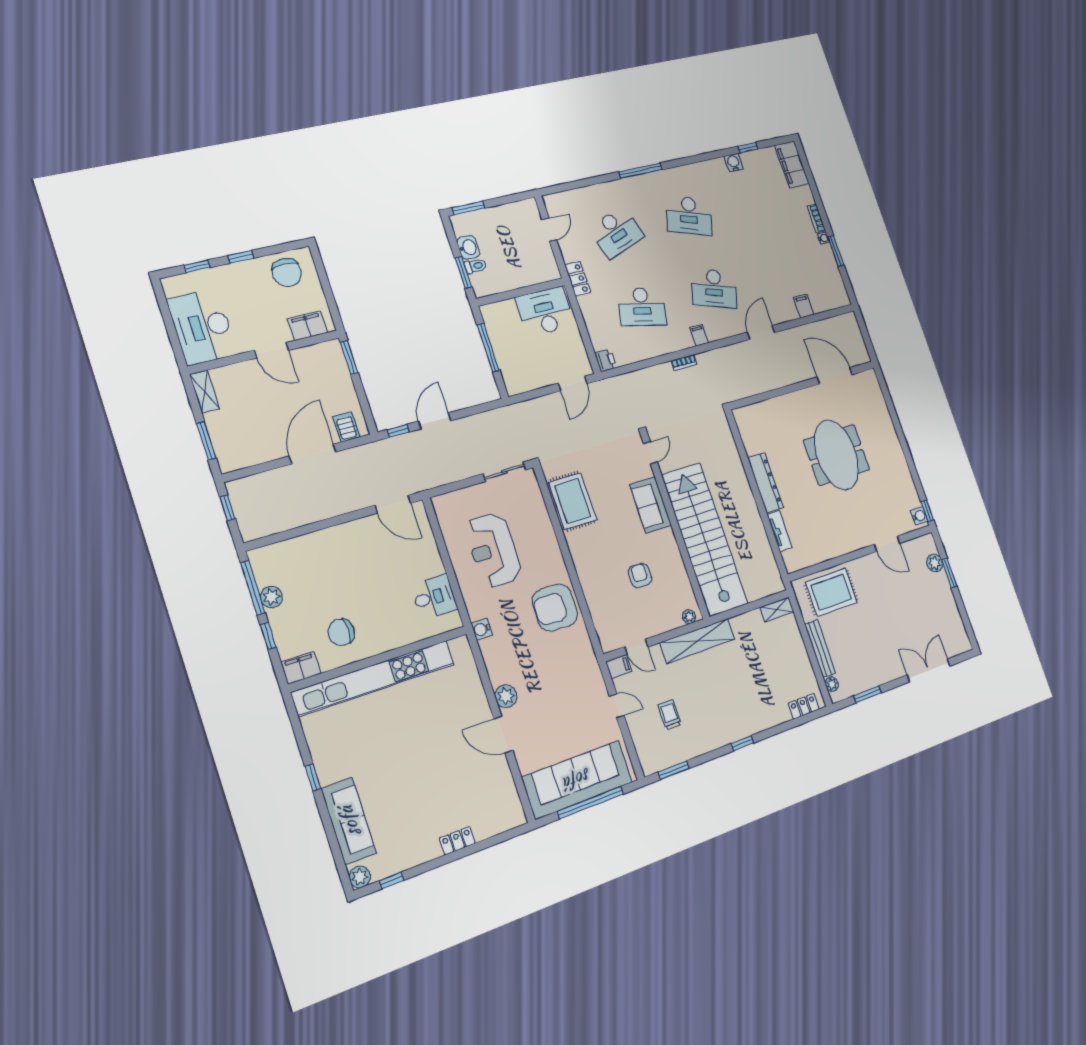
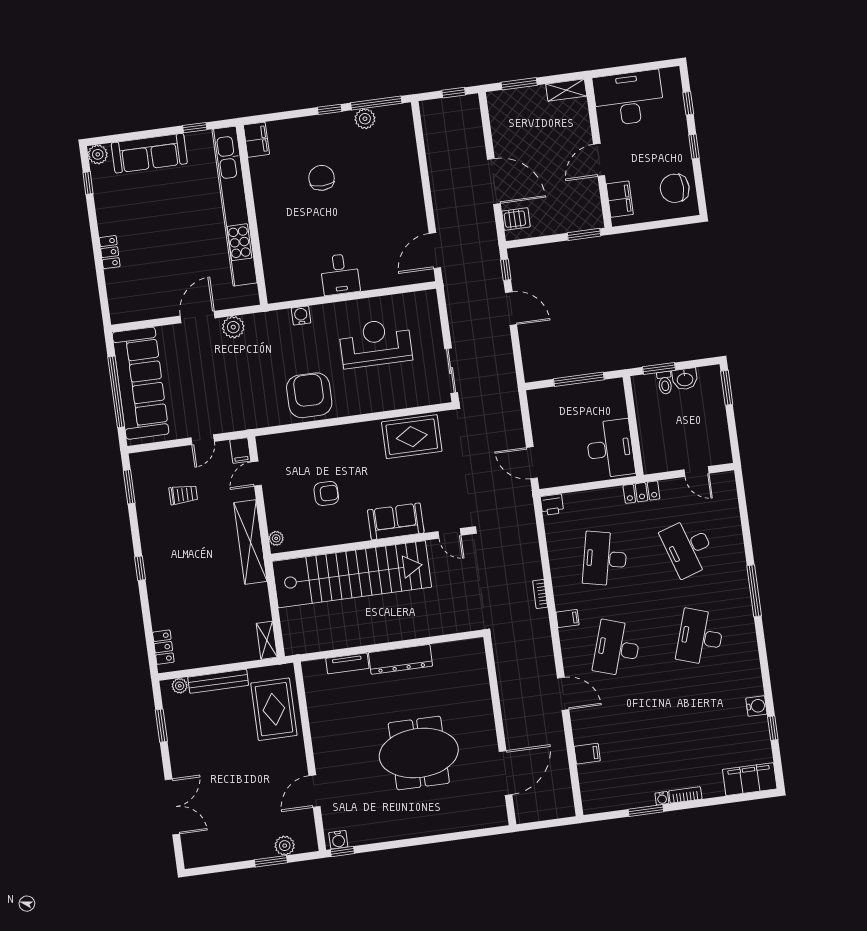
wall: (379, 659) -> (252, 215), moved
filing cabinet: (301, 668) -> (256, 140), moved
kitchen unit: (374, 678) -> (235, 206), moved

